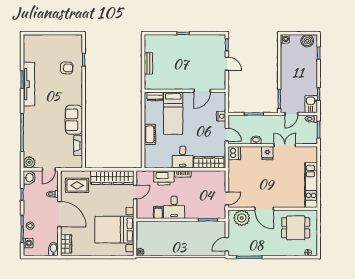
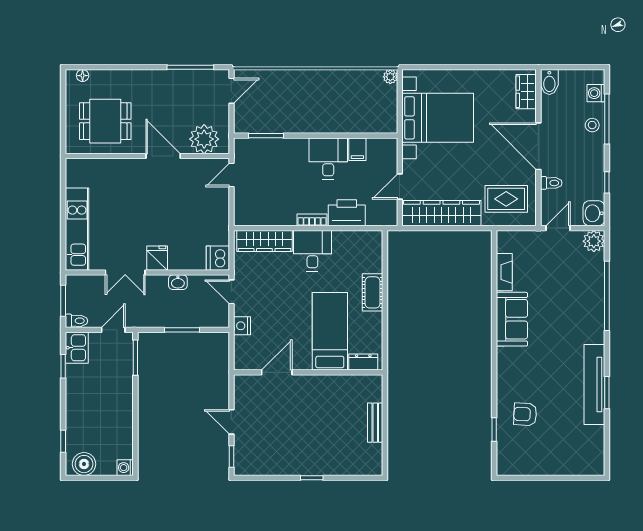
kitchen unit: (311, 185) -> (77, 229), moved

